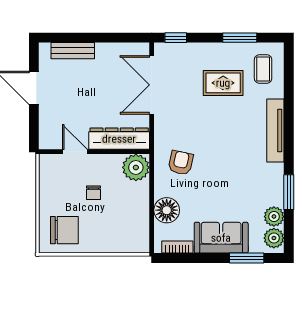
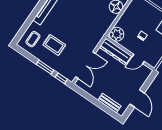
window: (240, 38) -> (45, 67), moved
door: (75, 152) -> (138, 59), hinge flipped
armchair: (181, 163) -> (96, 23), removed

